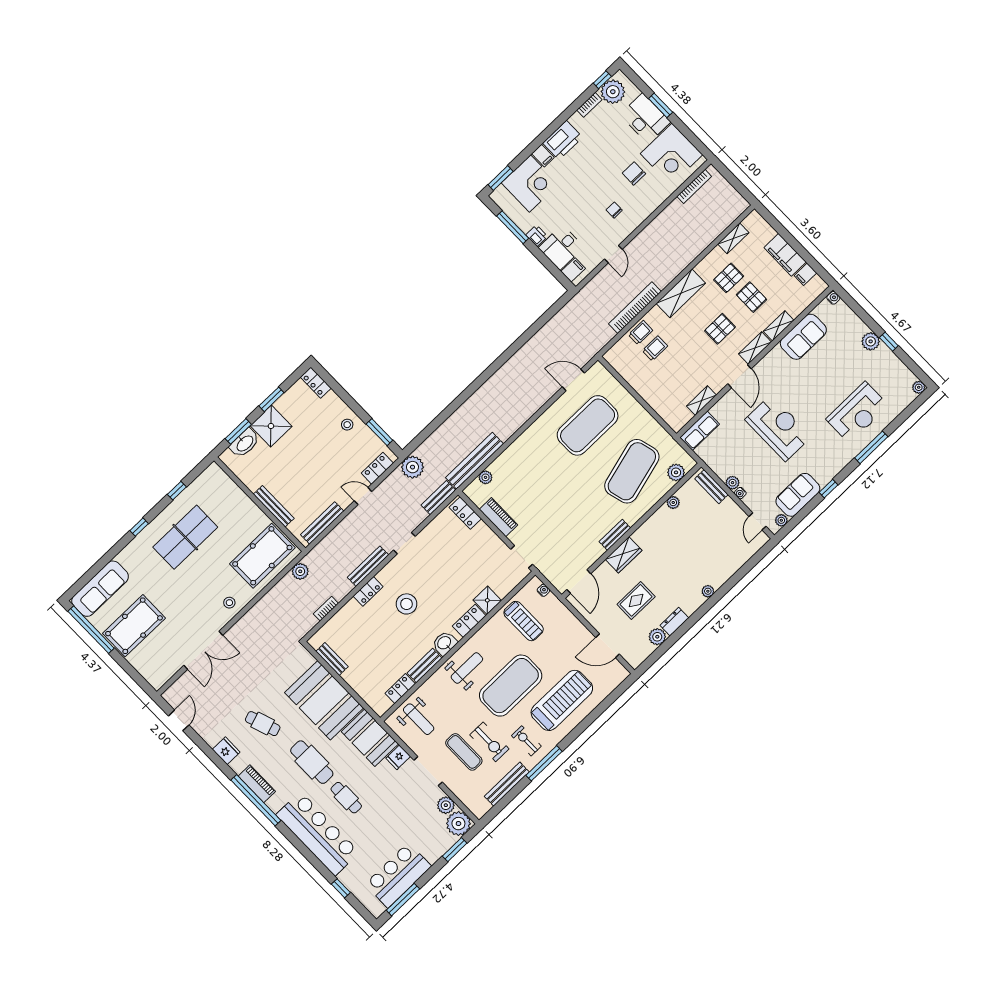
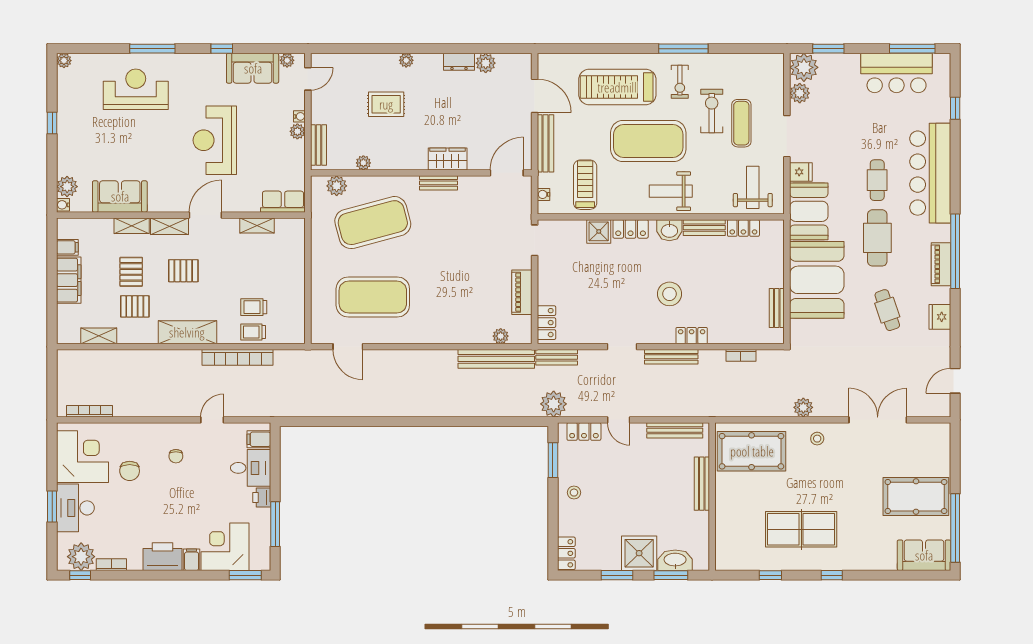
plant: (871, 341) -> (67, 187), moved
plant: (300, 571) -> (803, 407), moved
sofa: (100, 589) -> (924, 555), width x0.73
rug: (636, 600) -> (386, 104), moved
bench: (507, 784) -> (546, 143), moved, turned 90

